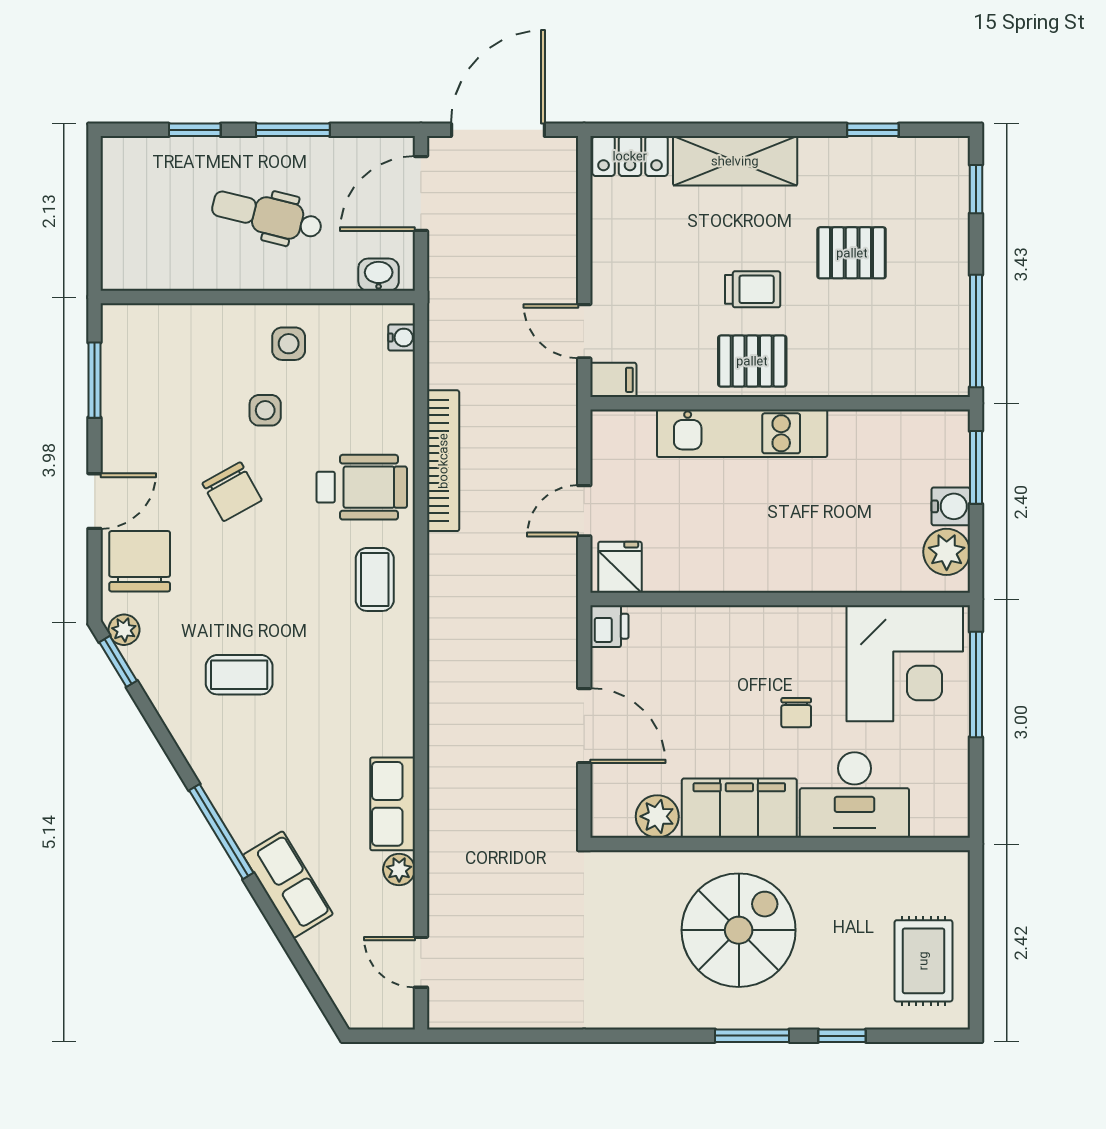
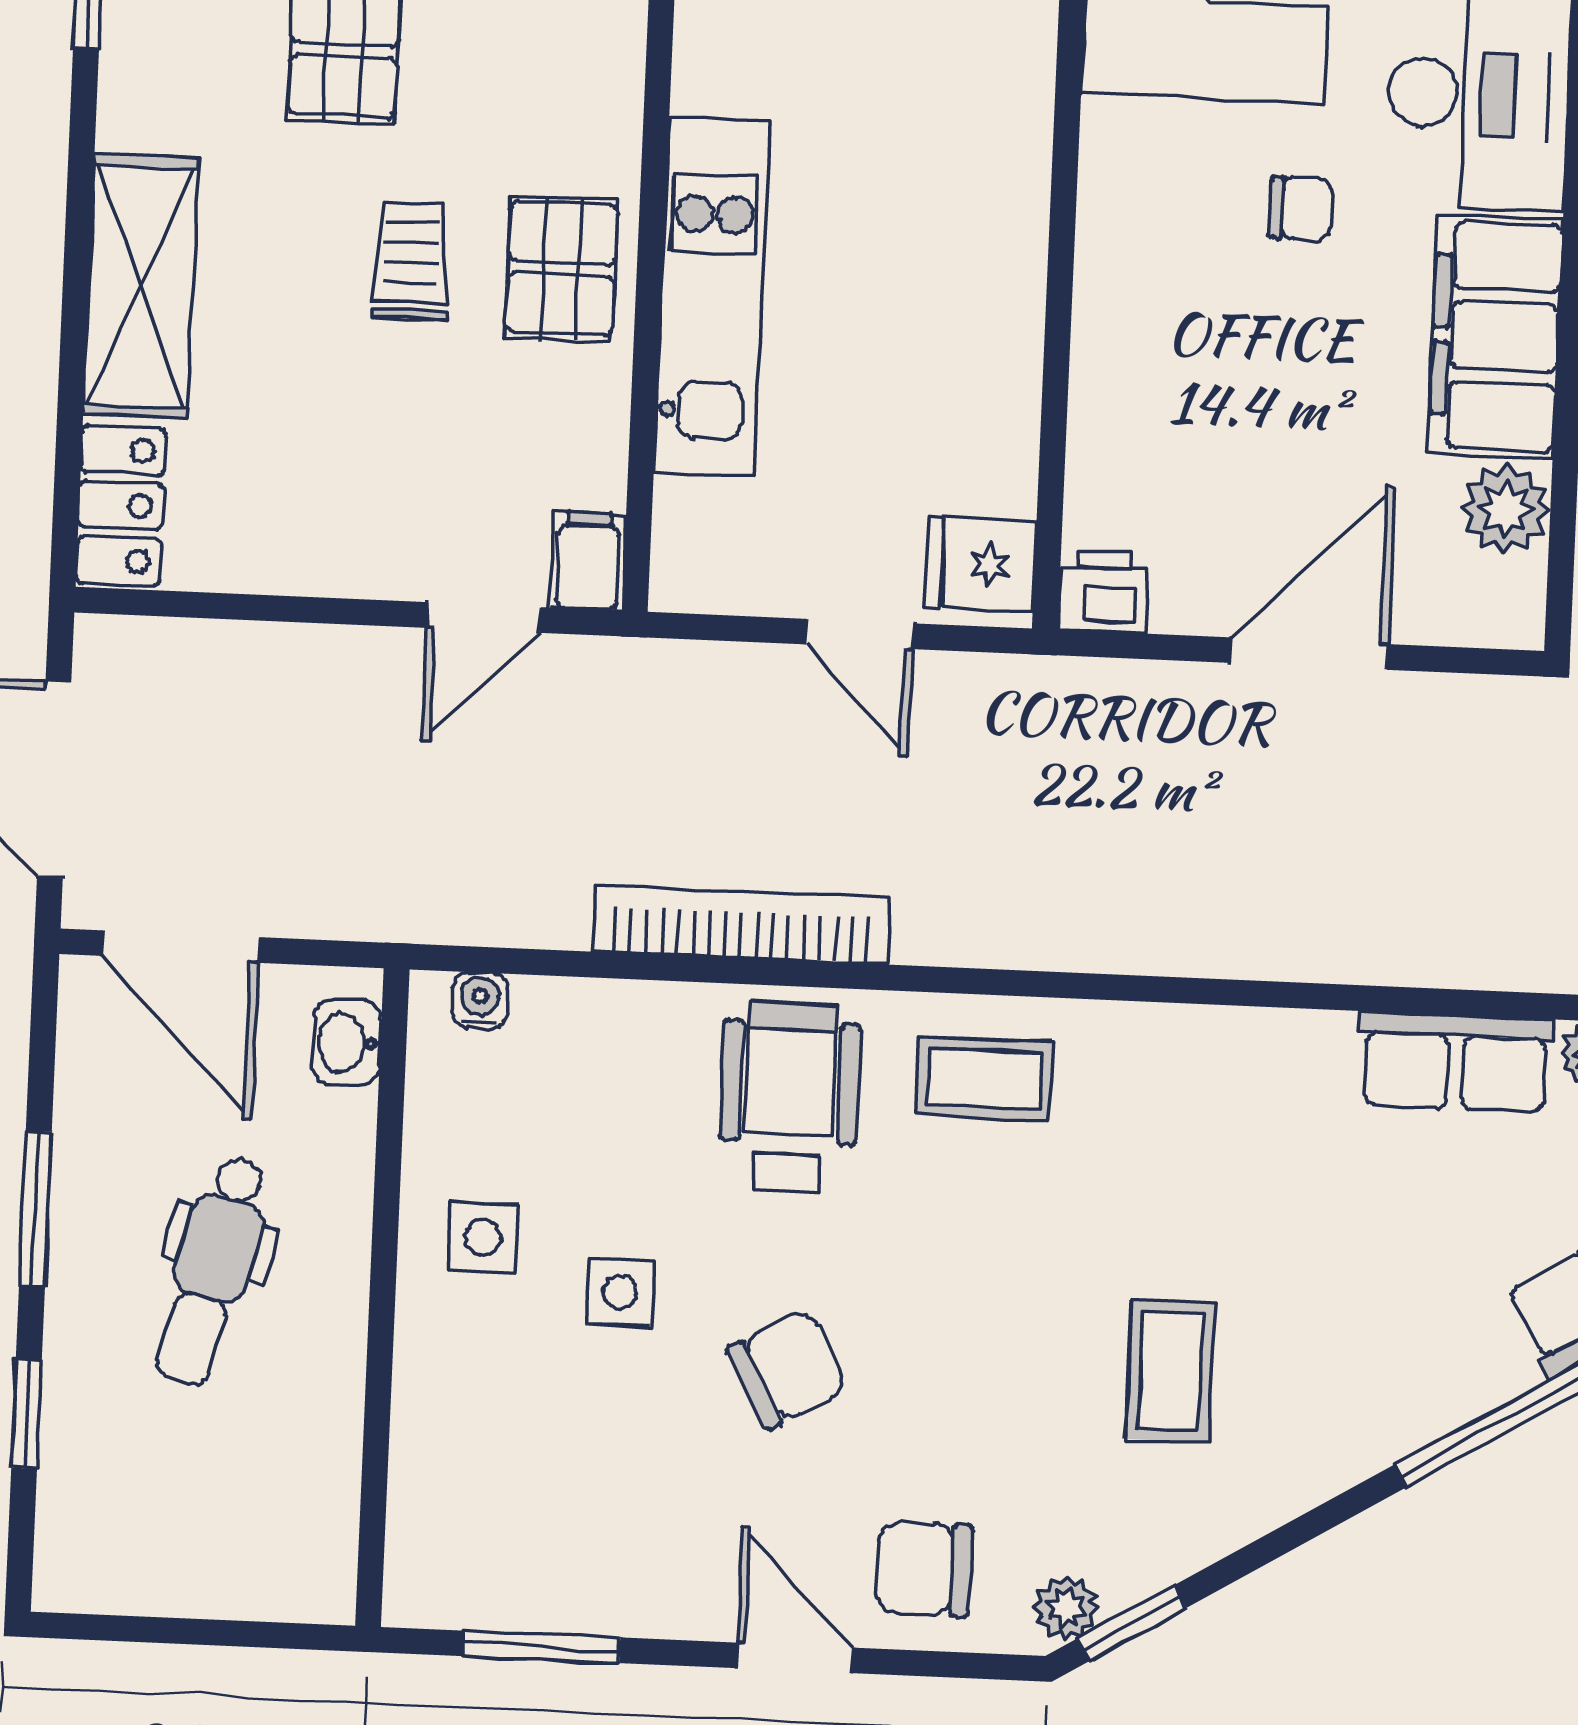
chair: (140, 561) -> (924, 1569), width x0.73, depth x0.73

